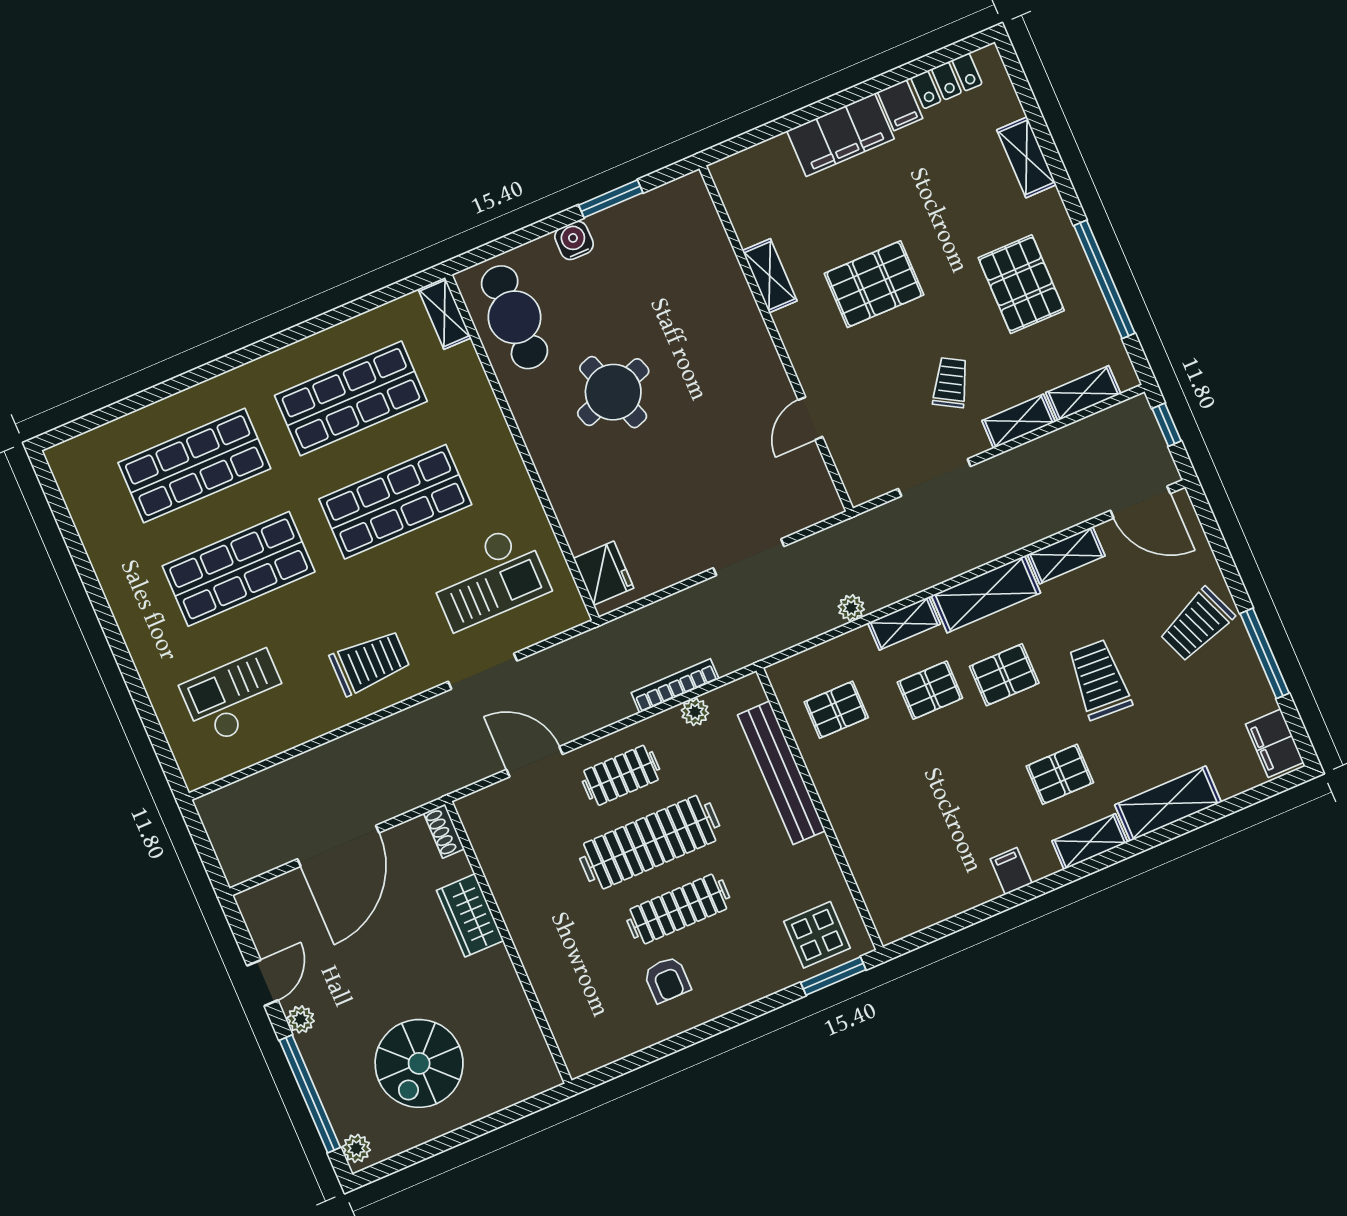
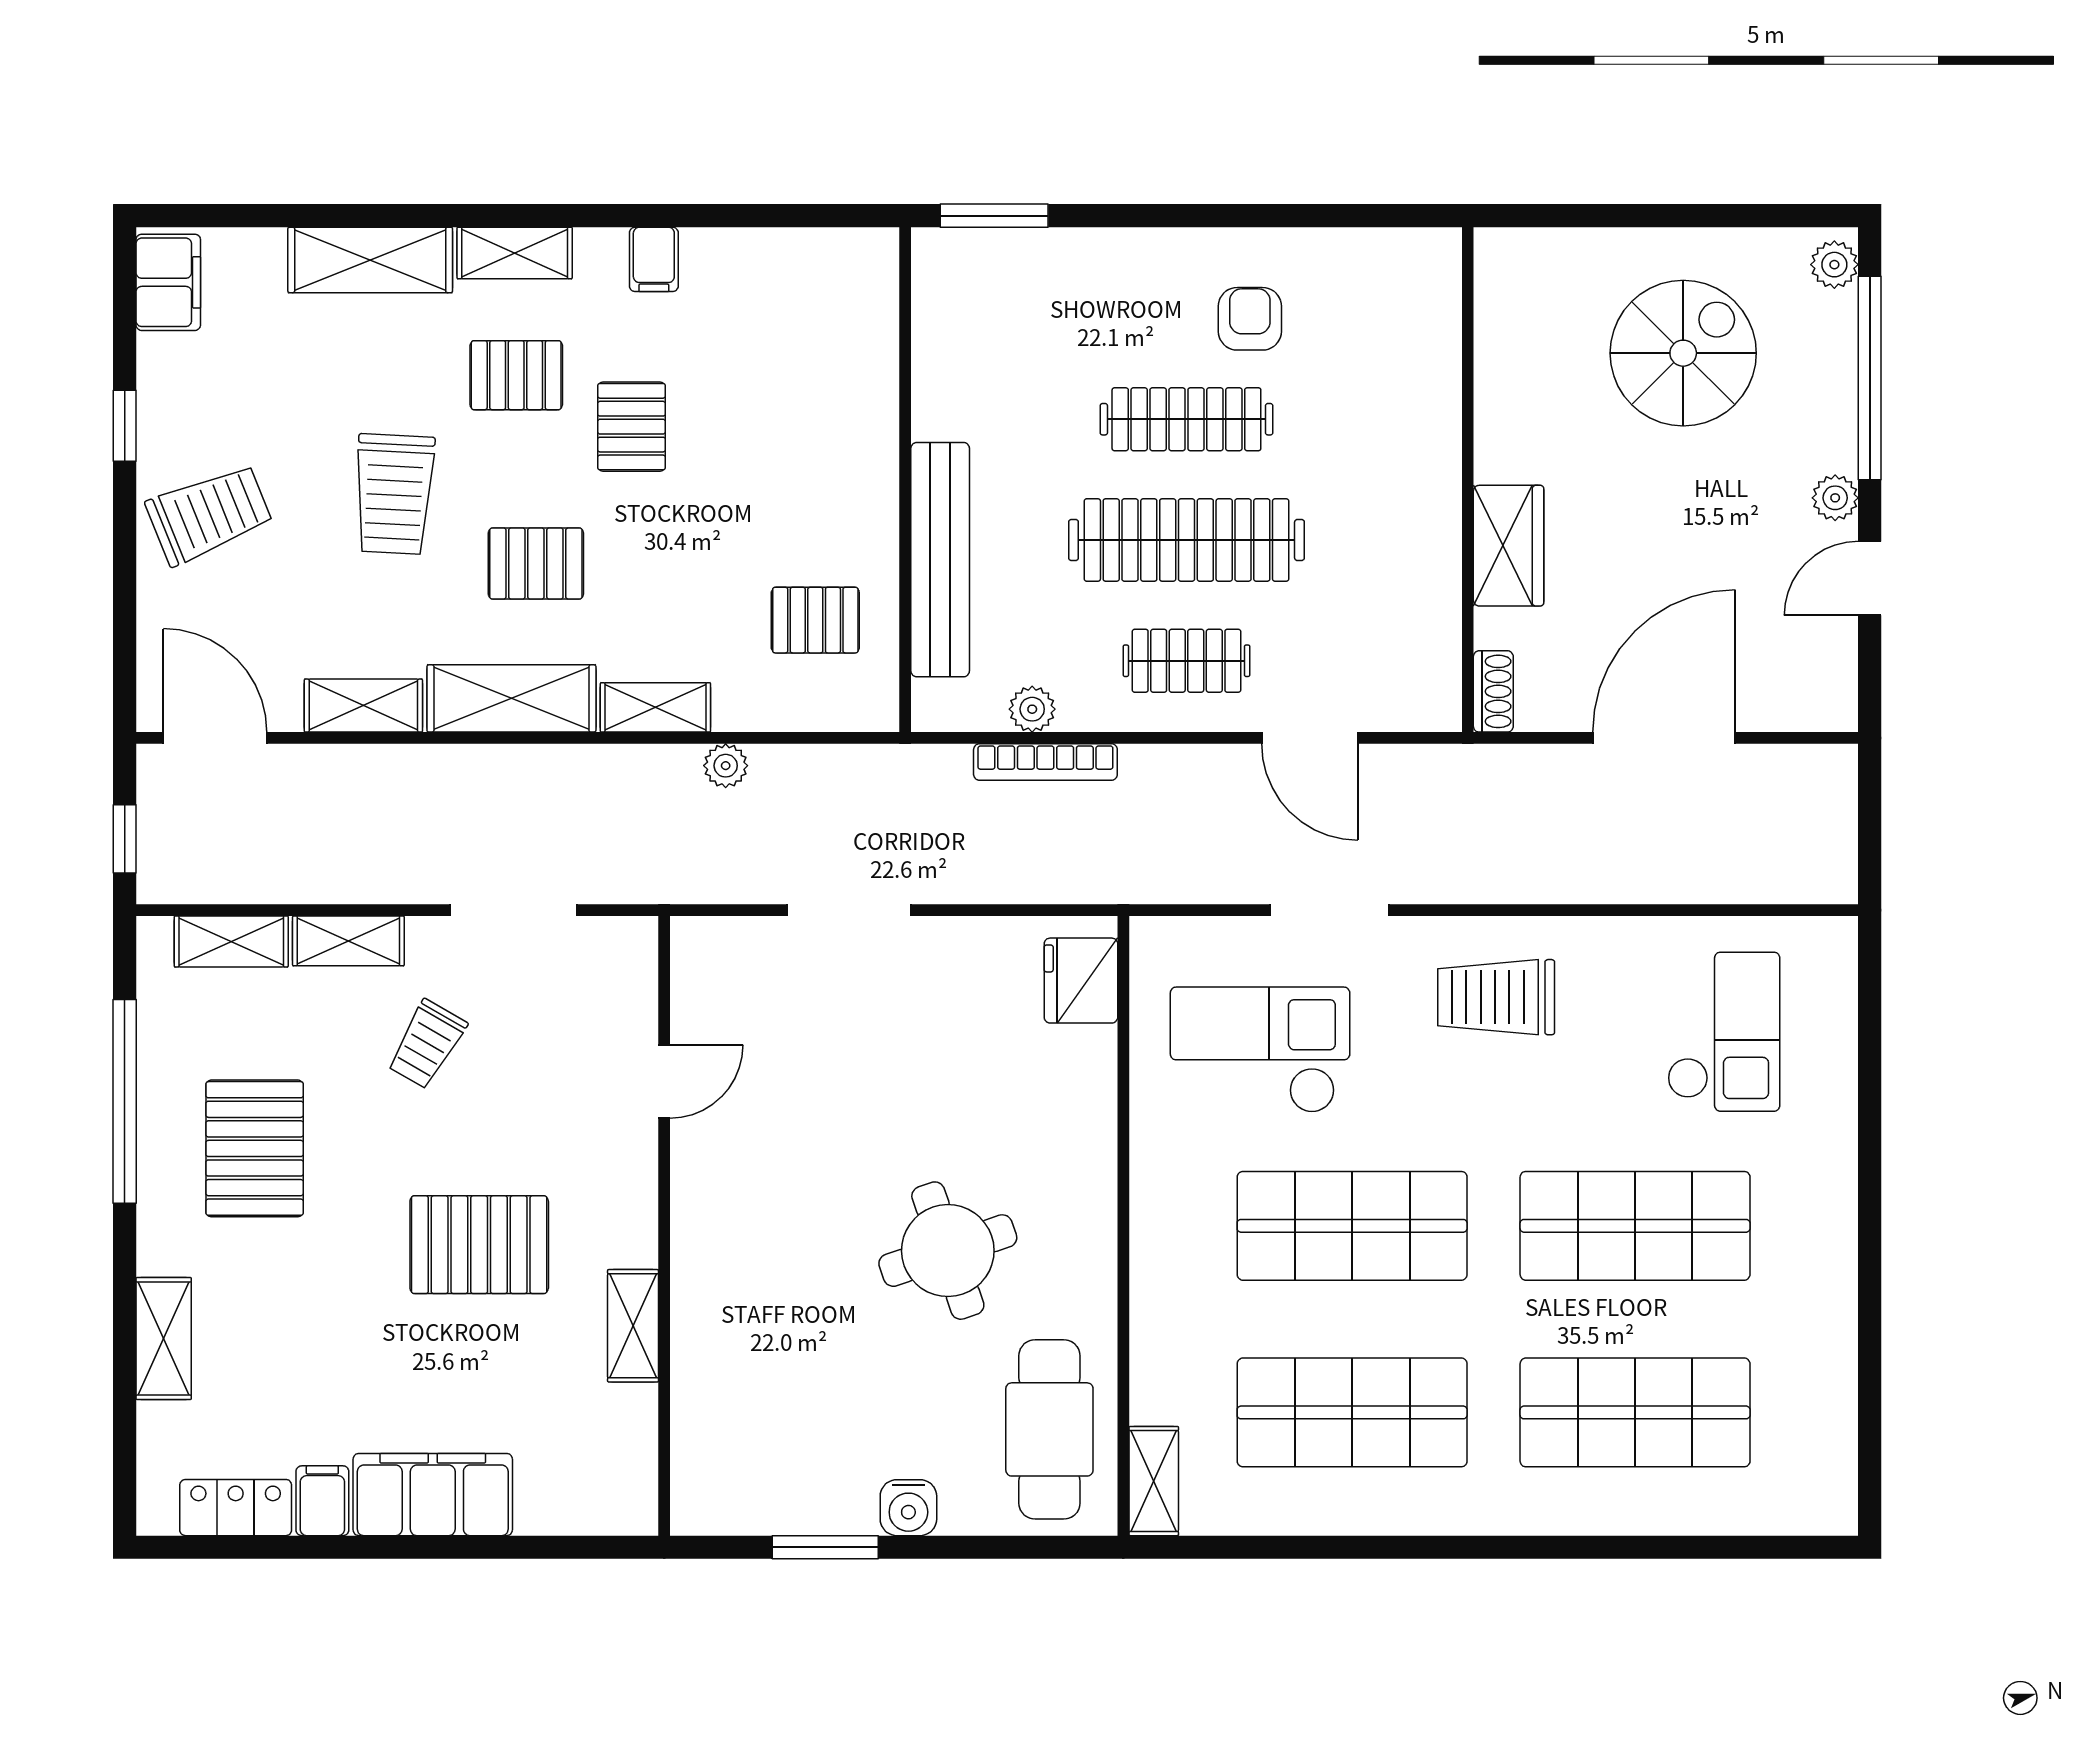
window: (1265, 653) -> (125, 426), width x0.46
pallet: (930, 690) -> (631, 427), moved, turned 90
checkout: (236, 697) -> (1724, 1032), turned -90
display table: (817, 935) -> (992, 289), removed

